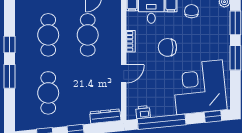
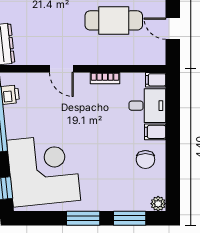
chair: (192, 11) -> (145, 160), turned 90
chair: (167, 47) -> (97, 127), removed

